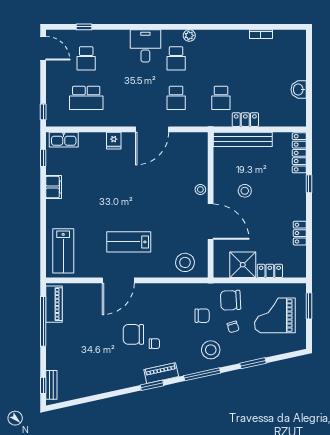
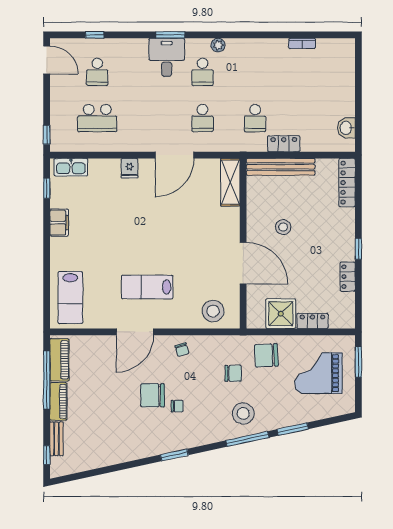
window: (149, 27) -> (170, 35), added
washbasin: (299, 90) -> (346, 128), moved
shelving: (200, 152) -> (230, 182), added
window: (309, 184) -> (358, 249), moved
stool: (200, 189) -> (231, 226), removed
chair: (233, 327) -> (182, 350), moved
piano: (161, 373) -> (58, 401), moved, turned 102
window: (202, 374) -> (247, 439), moved
bench: (51, 385) -> (56, 439), moved

